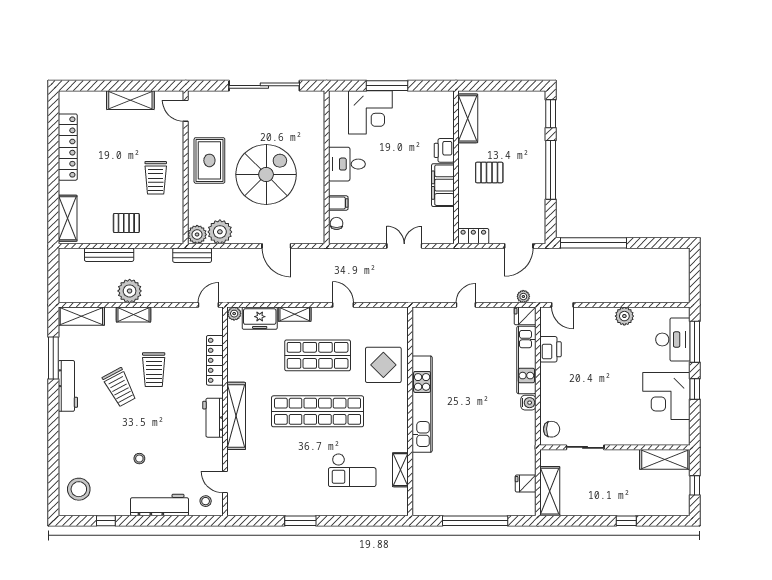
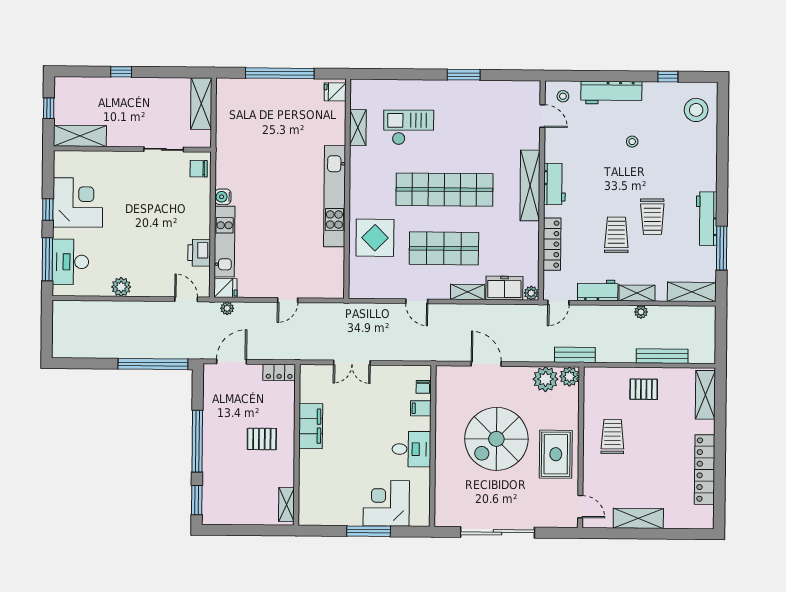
shelving: (468, 118) -> (286, 505), width x0.67, depth x0.75
printer: (444, 150) -> (309, 463), removed
plant: (130, 291) -> (641, 312), width x0.53, depth x0.53
workbench: (171, 317) -> (598, 290), added
trolley: (120, 387) -> (652, 217), turned -153
fridge: (526, 484) -> (335, 92), moved, turned 180

